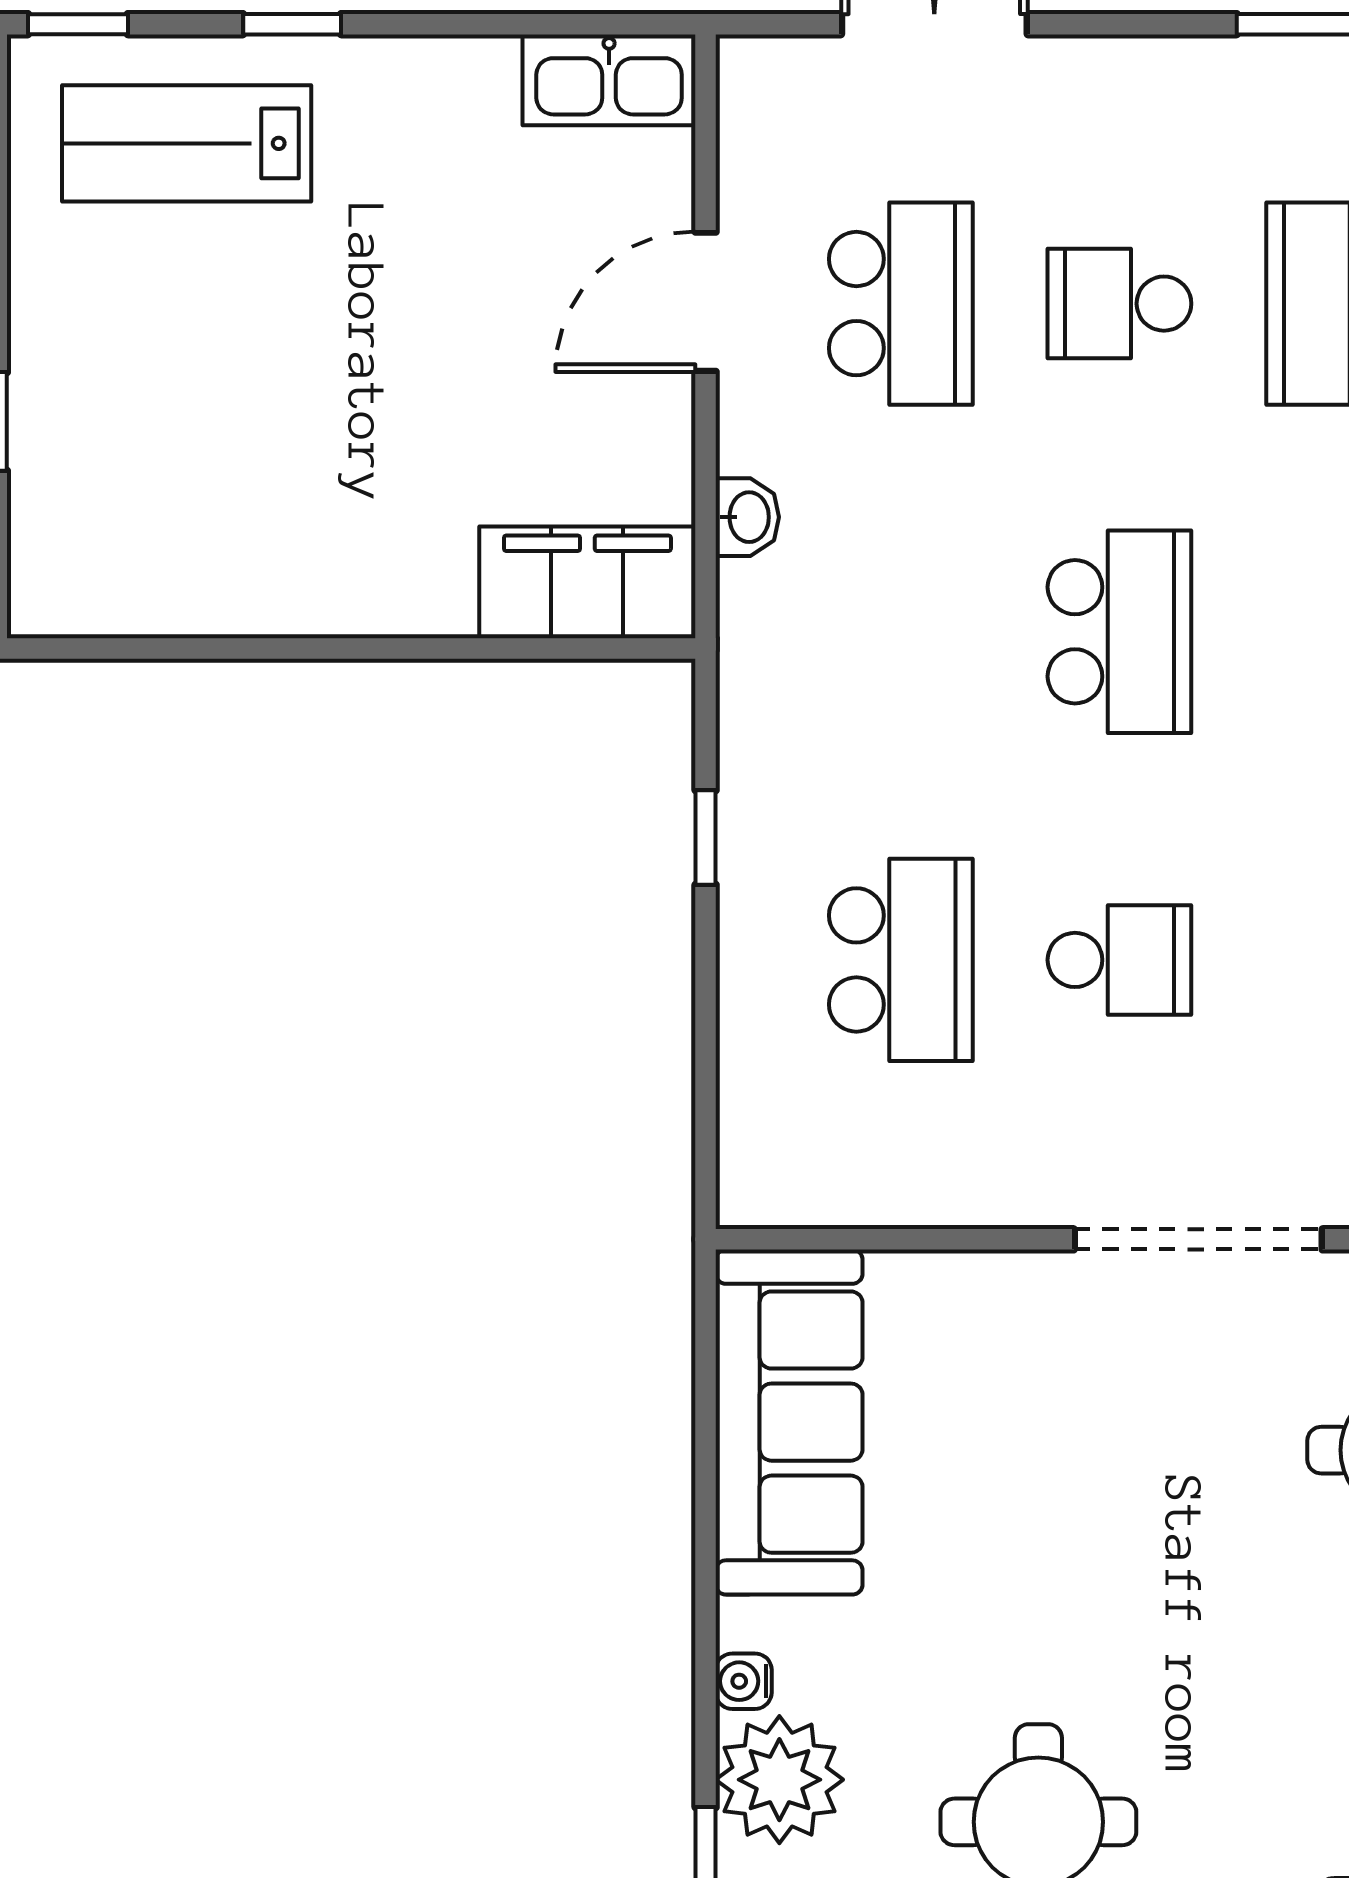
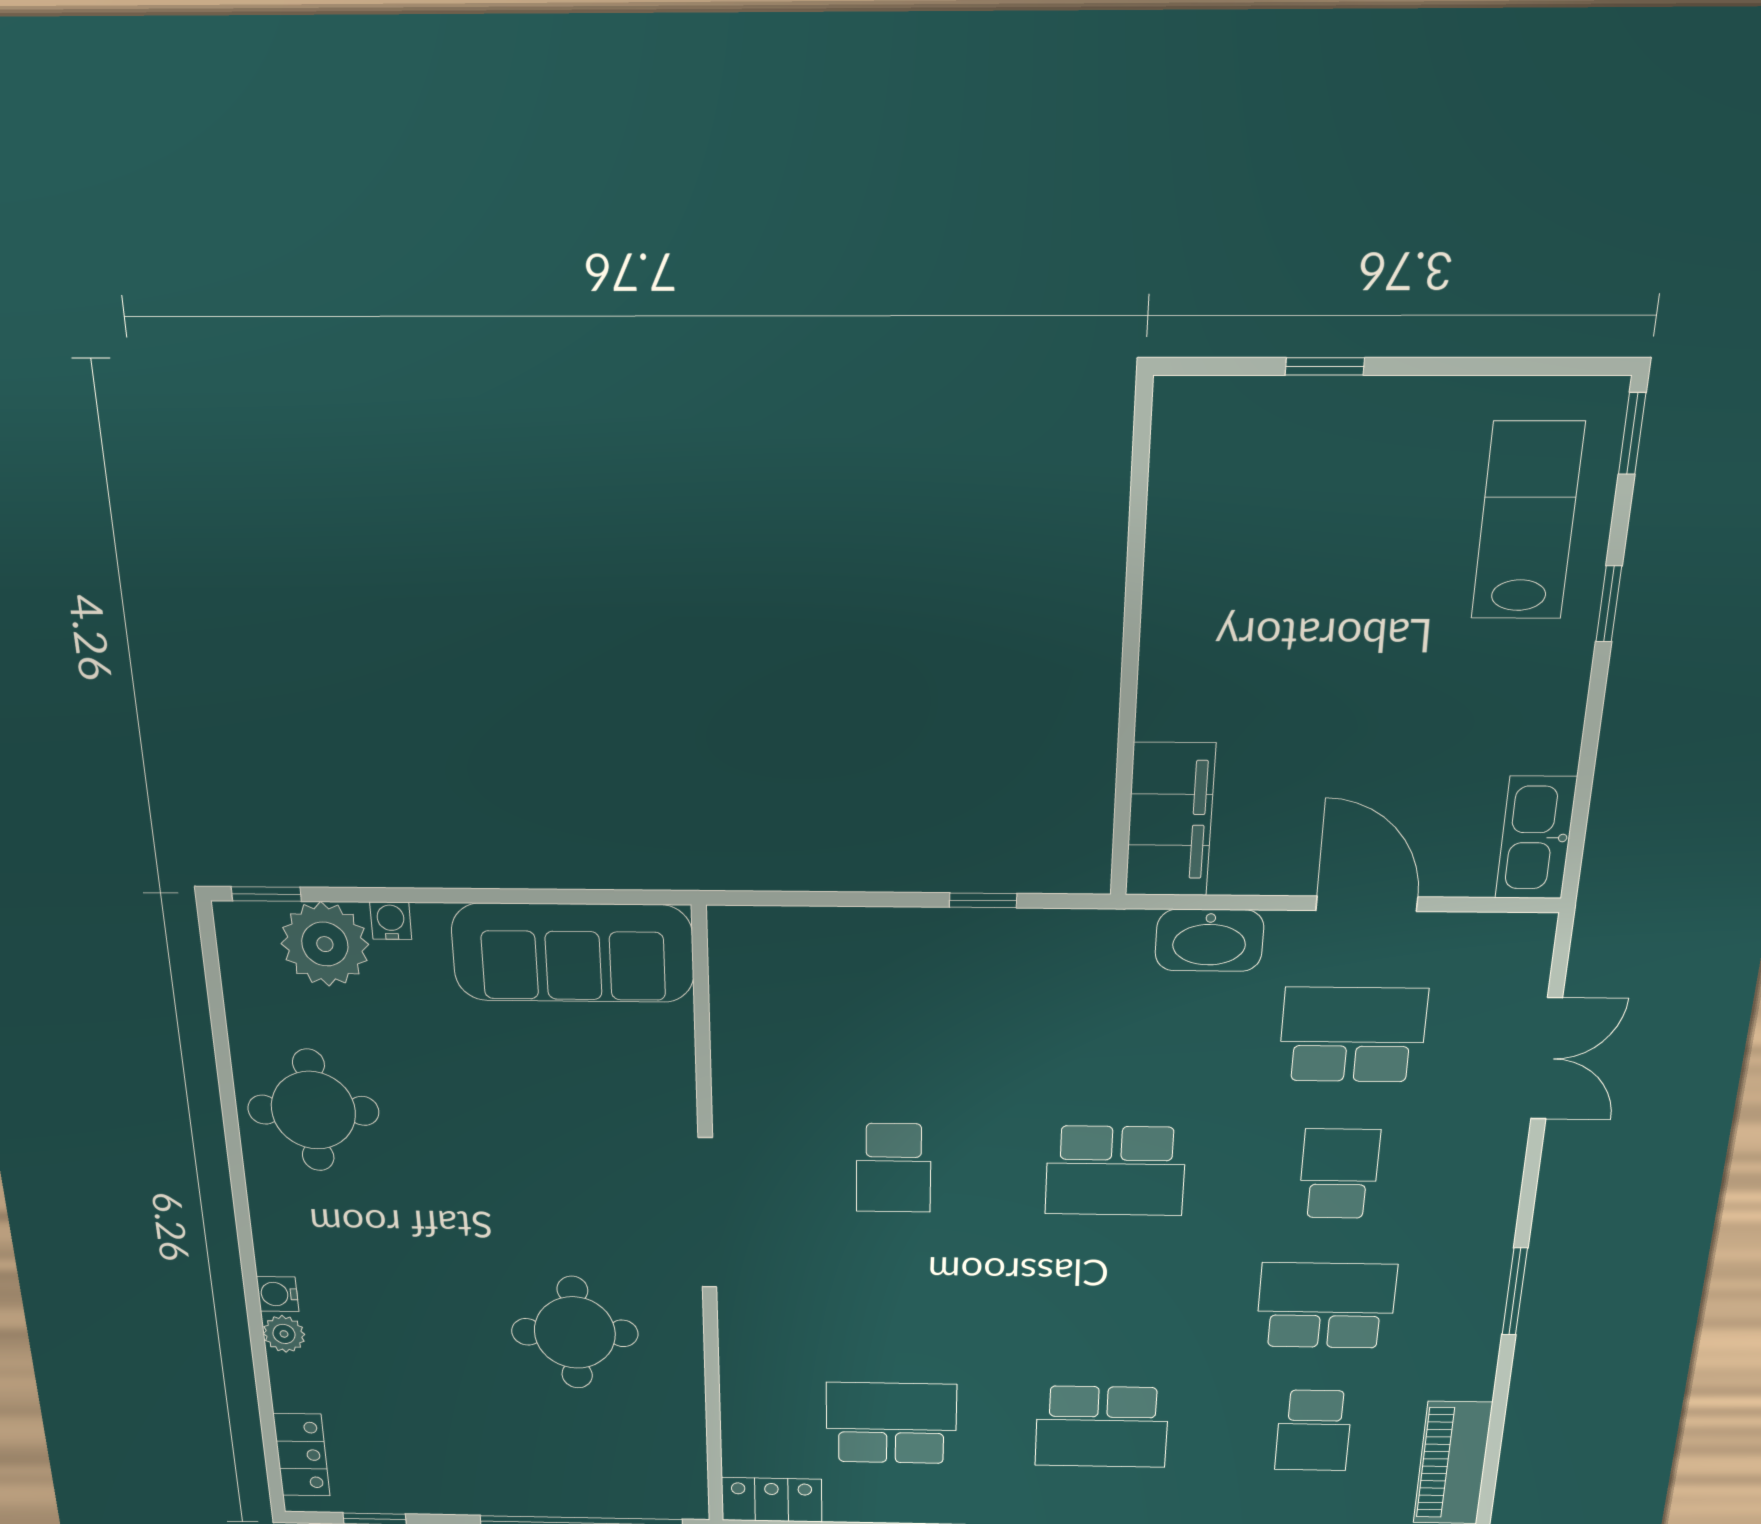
school desk: (901, 304) -> (1353, 1035), turned 180
washbasin: (747, 517) -> (1209, 940), width x1.91, depth x1.45
school desk: (901, 960) -> (895, 1030), removed

